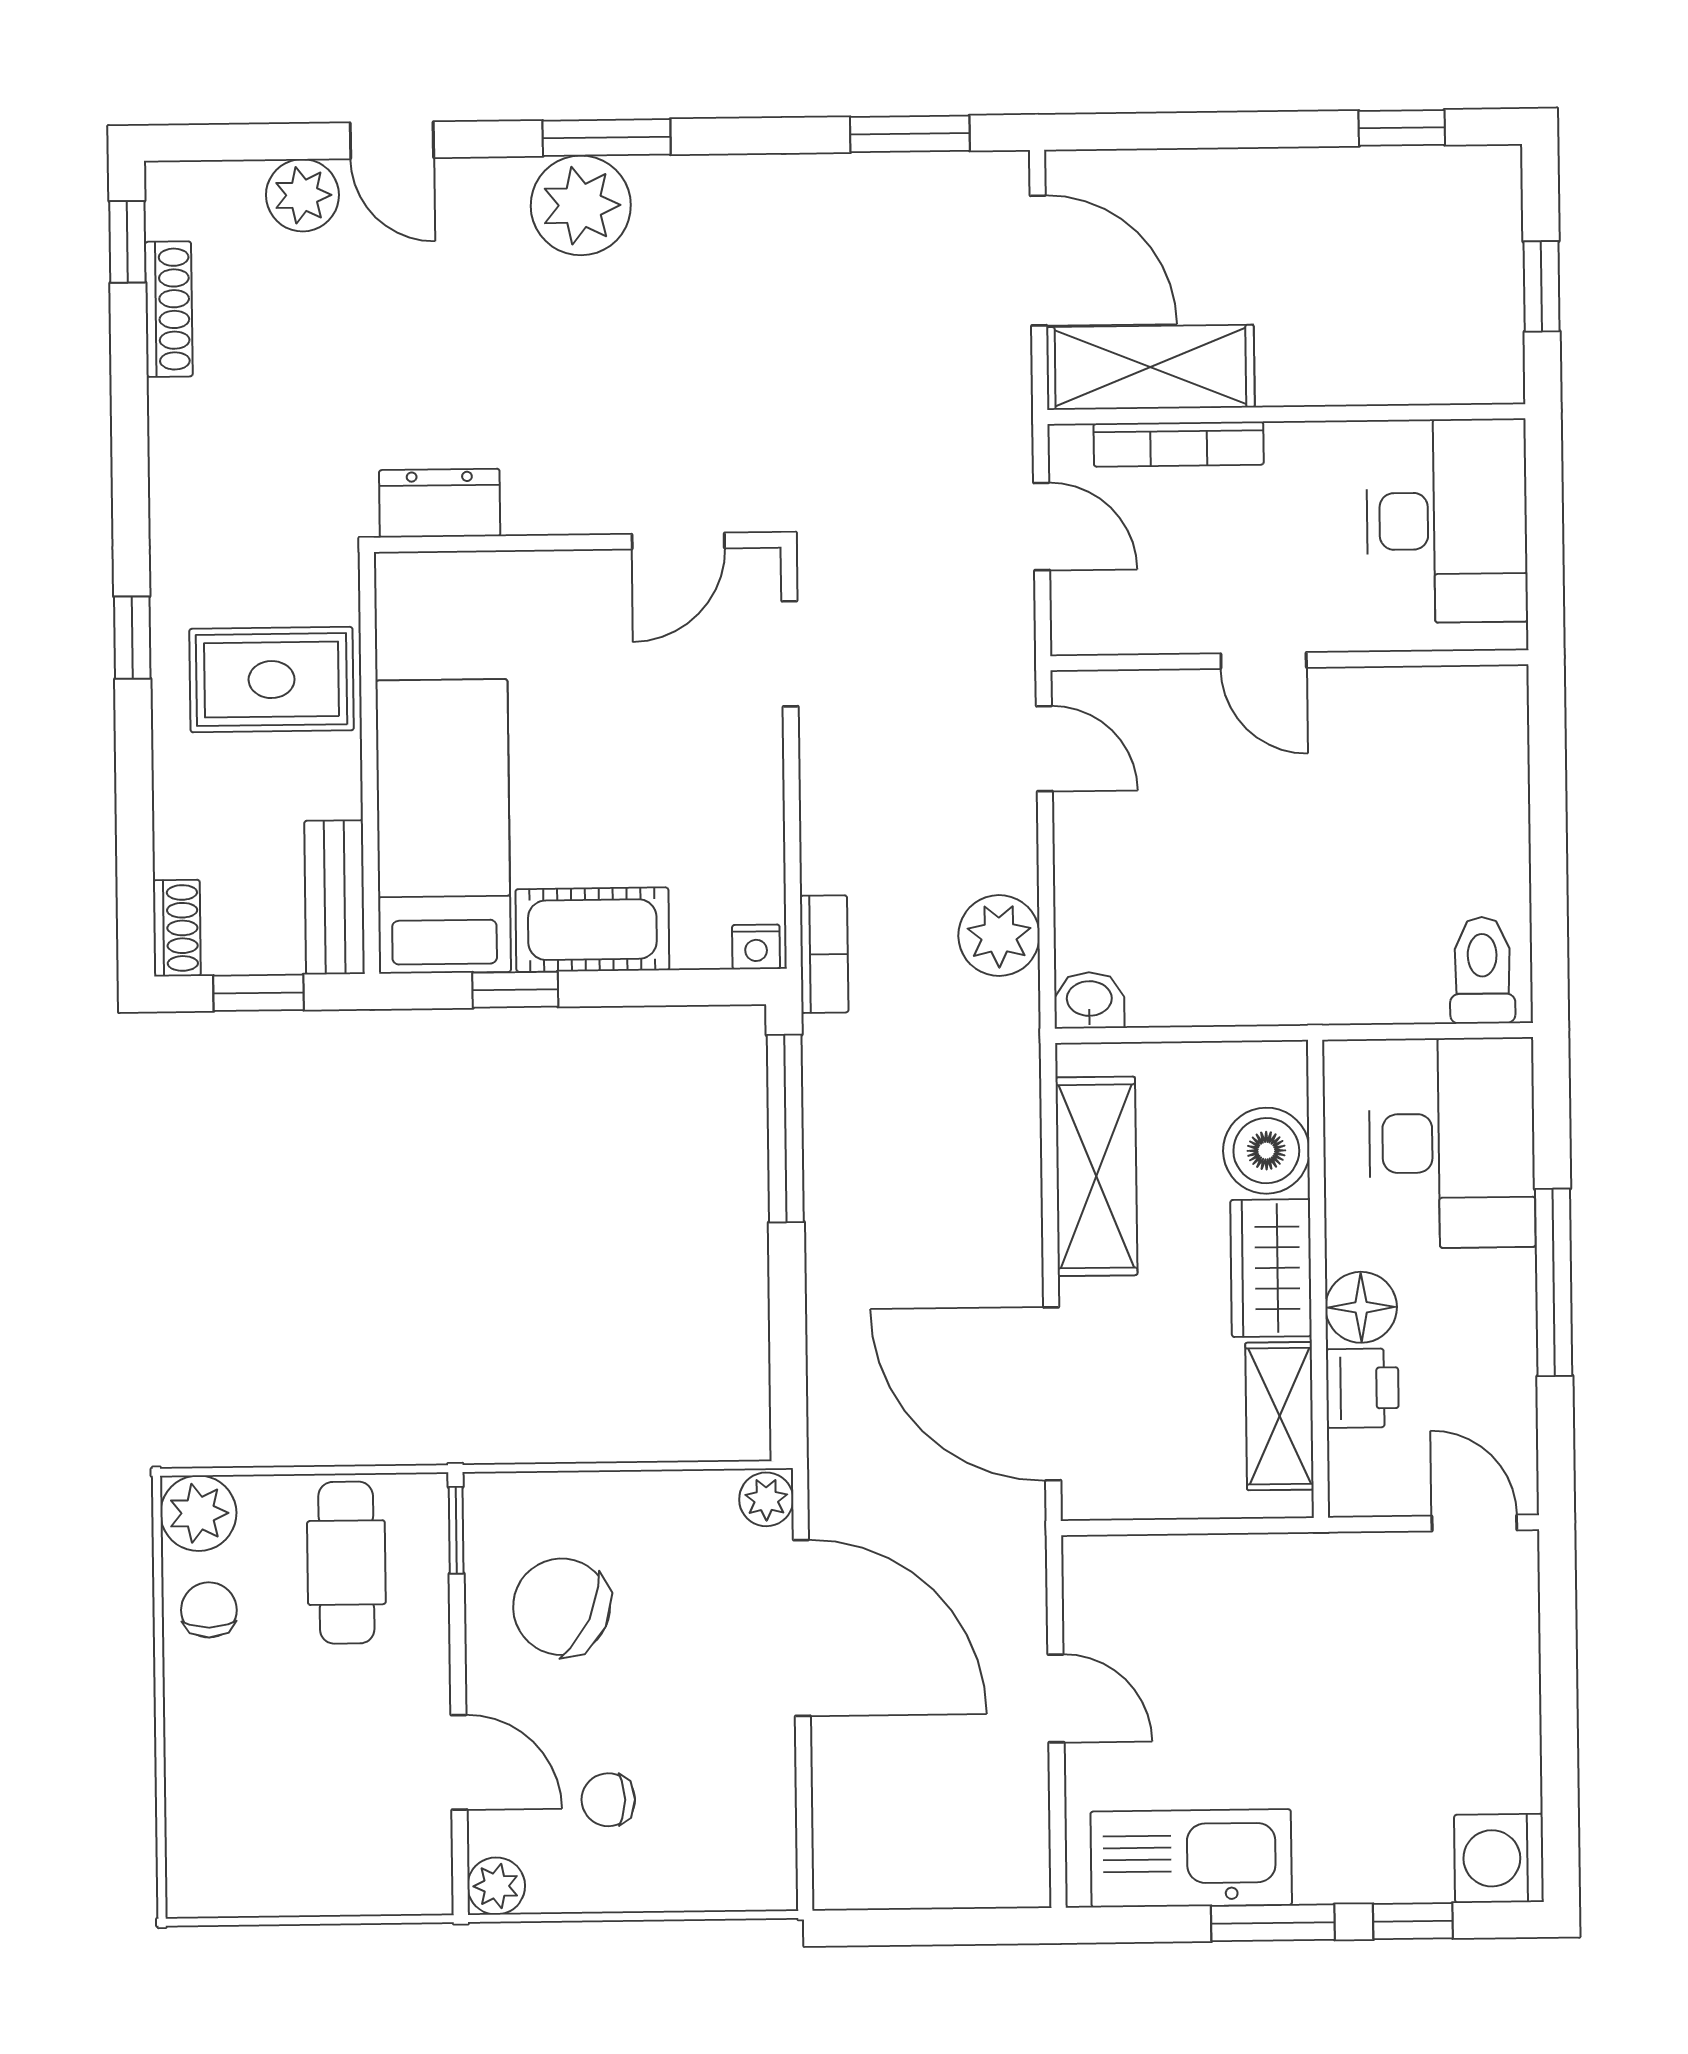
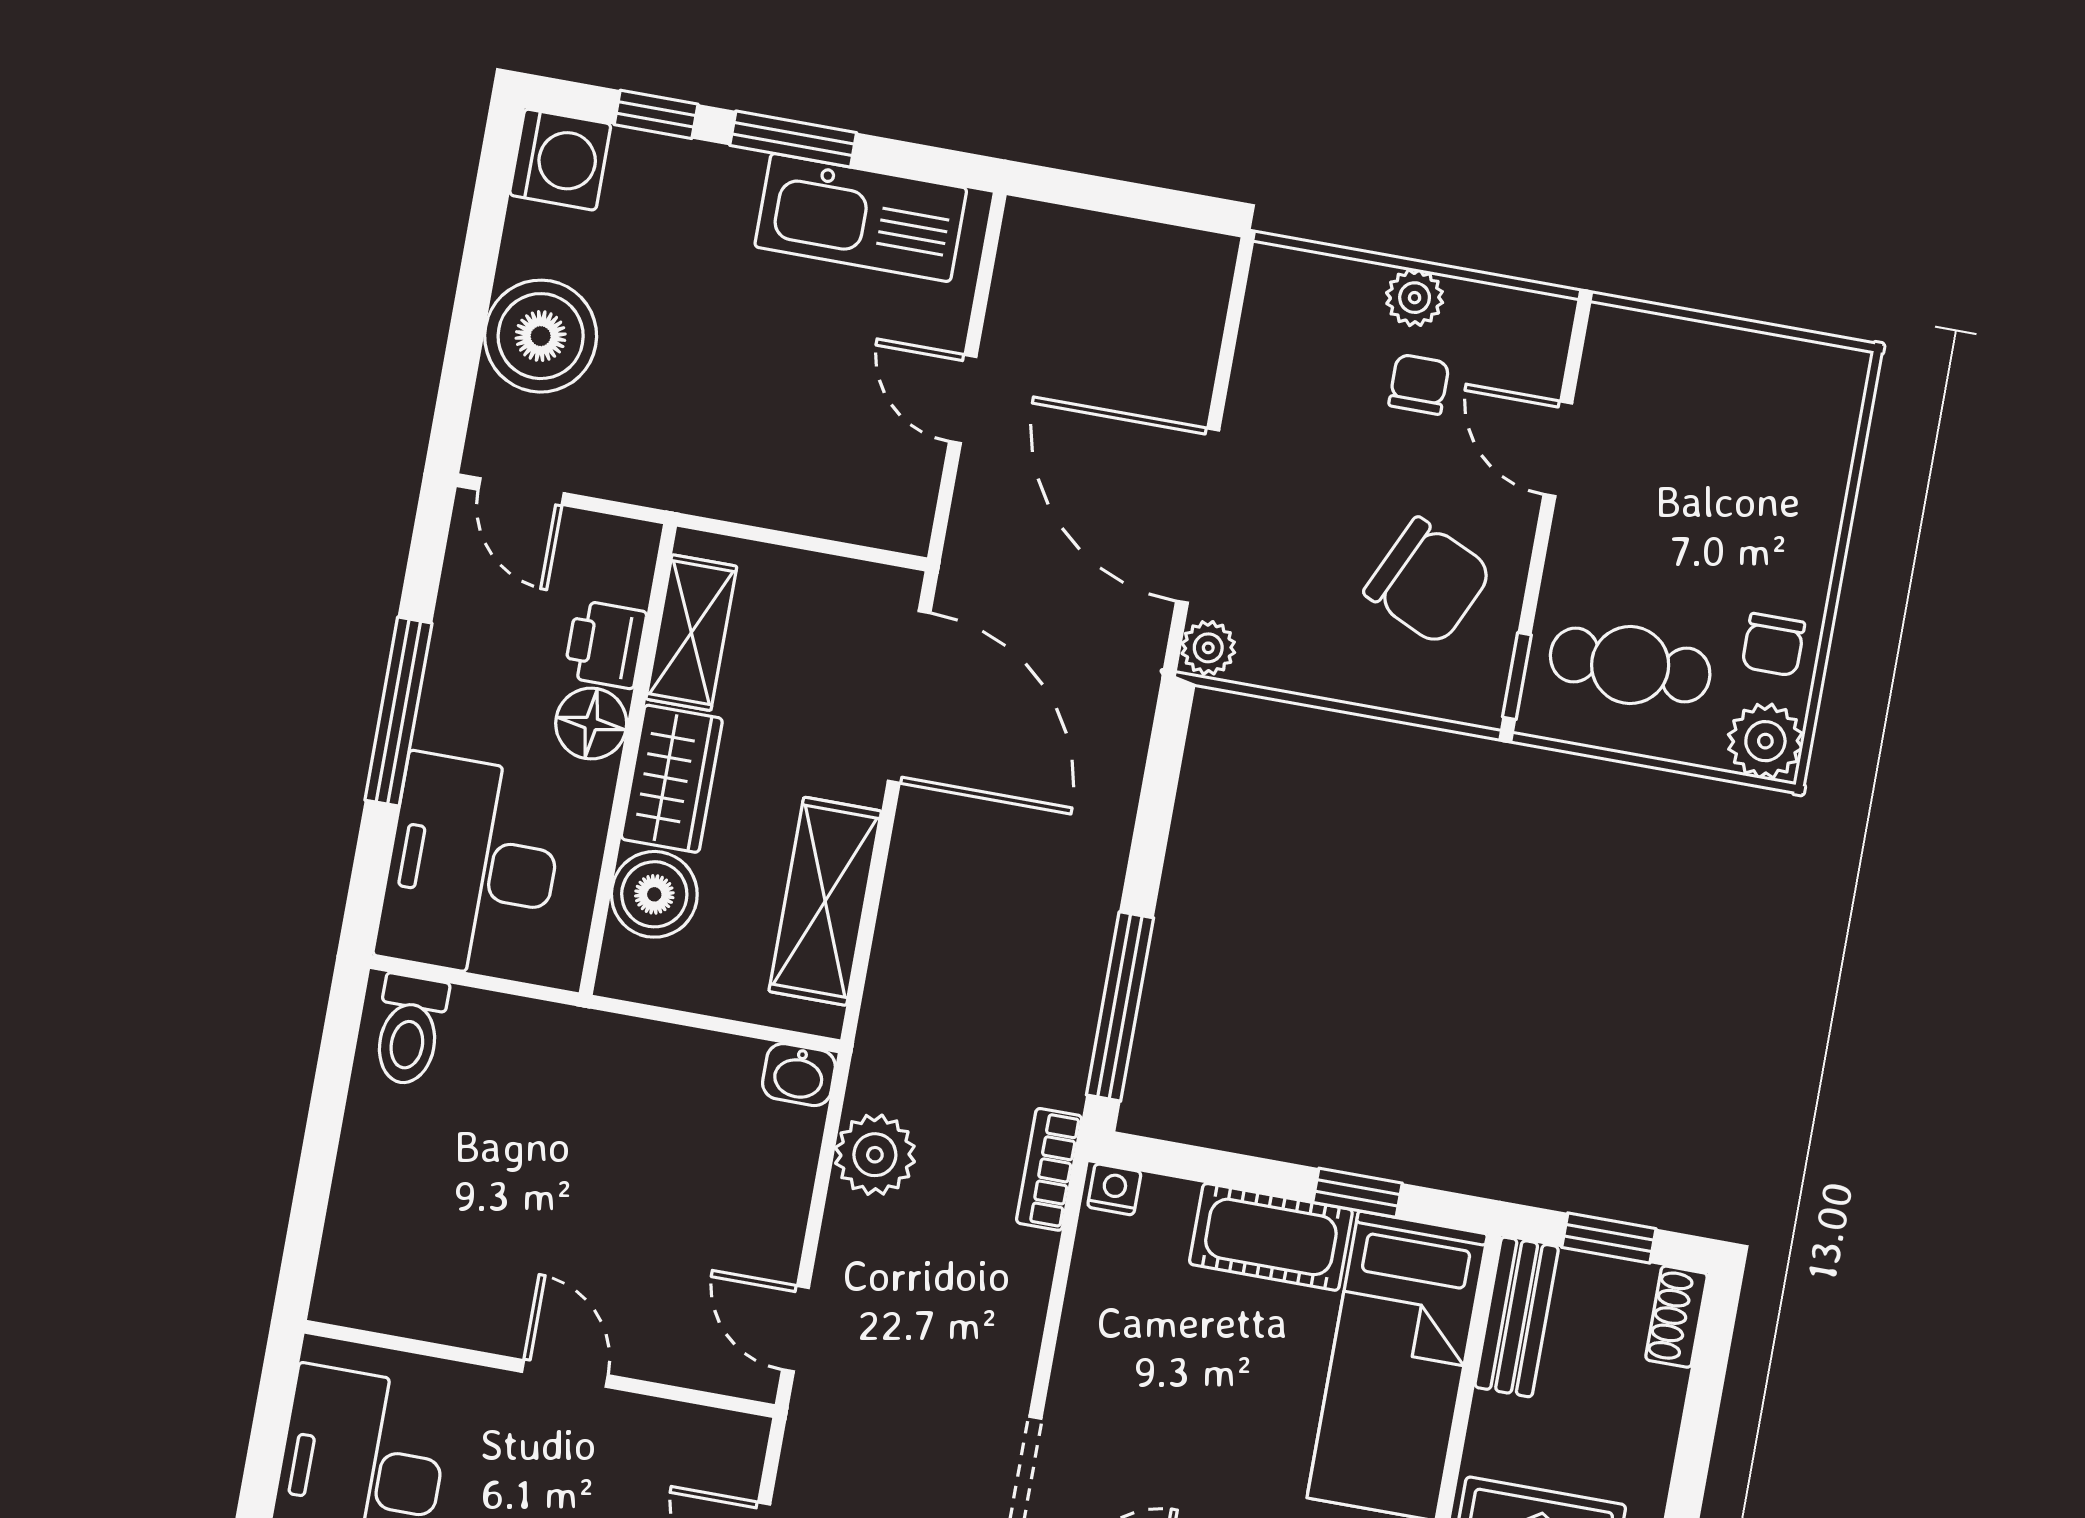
cafe table: (346, 1563) -> (1630, 665), turned 90
boiler: (1485, 1680) -> (541, 336), added
chair: (608, 1800) -> (1419, 384), turned -90
plant: (496, 1886) -> (1415, 298), moved

